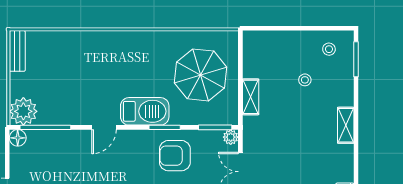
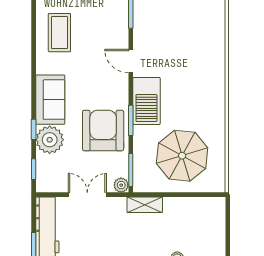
shelving: (251, 97) -> (145, 205), moved
armchair: (175, 156) -> (103, 131), width x1.36, depth x1.36

